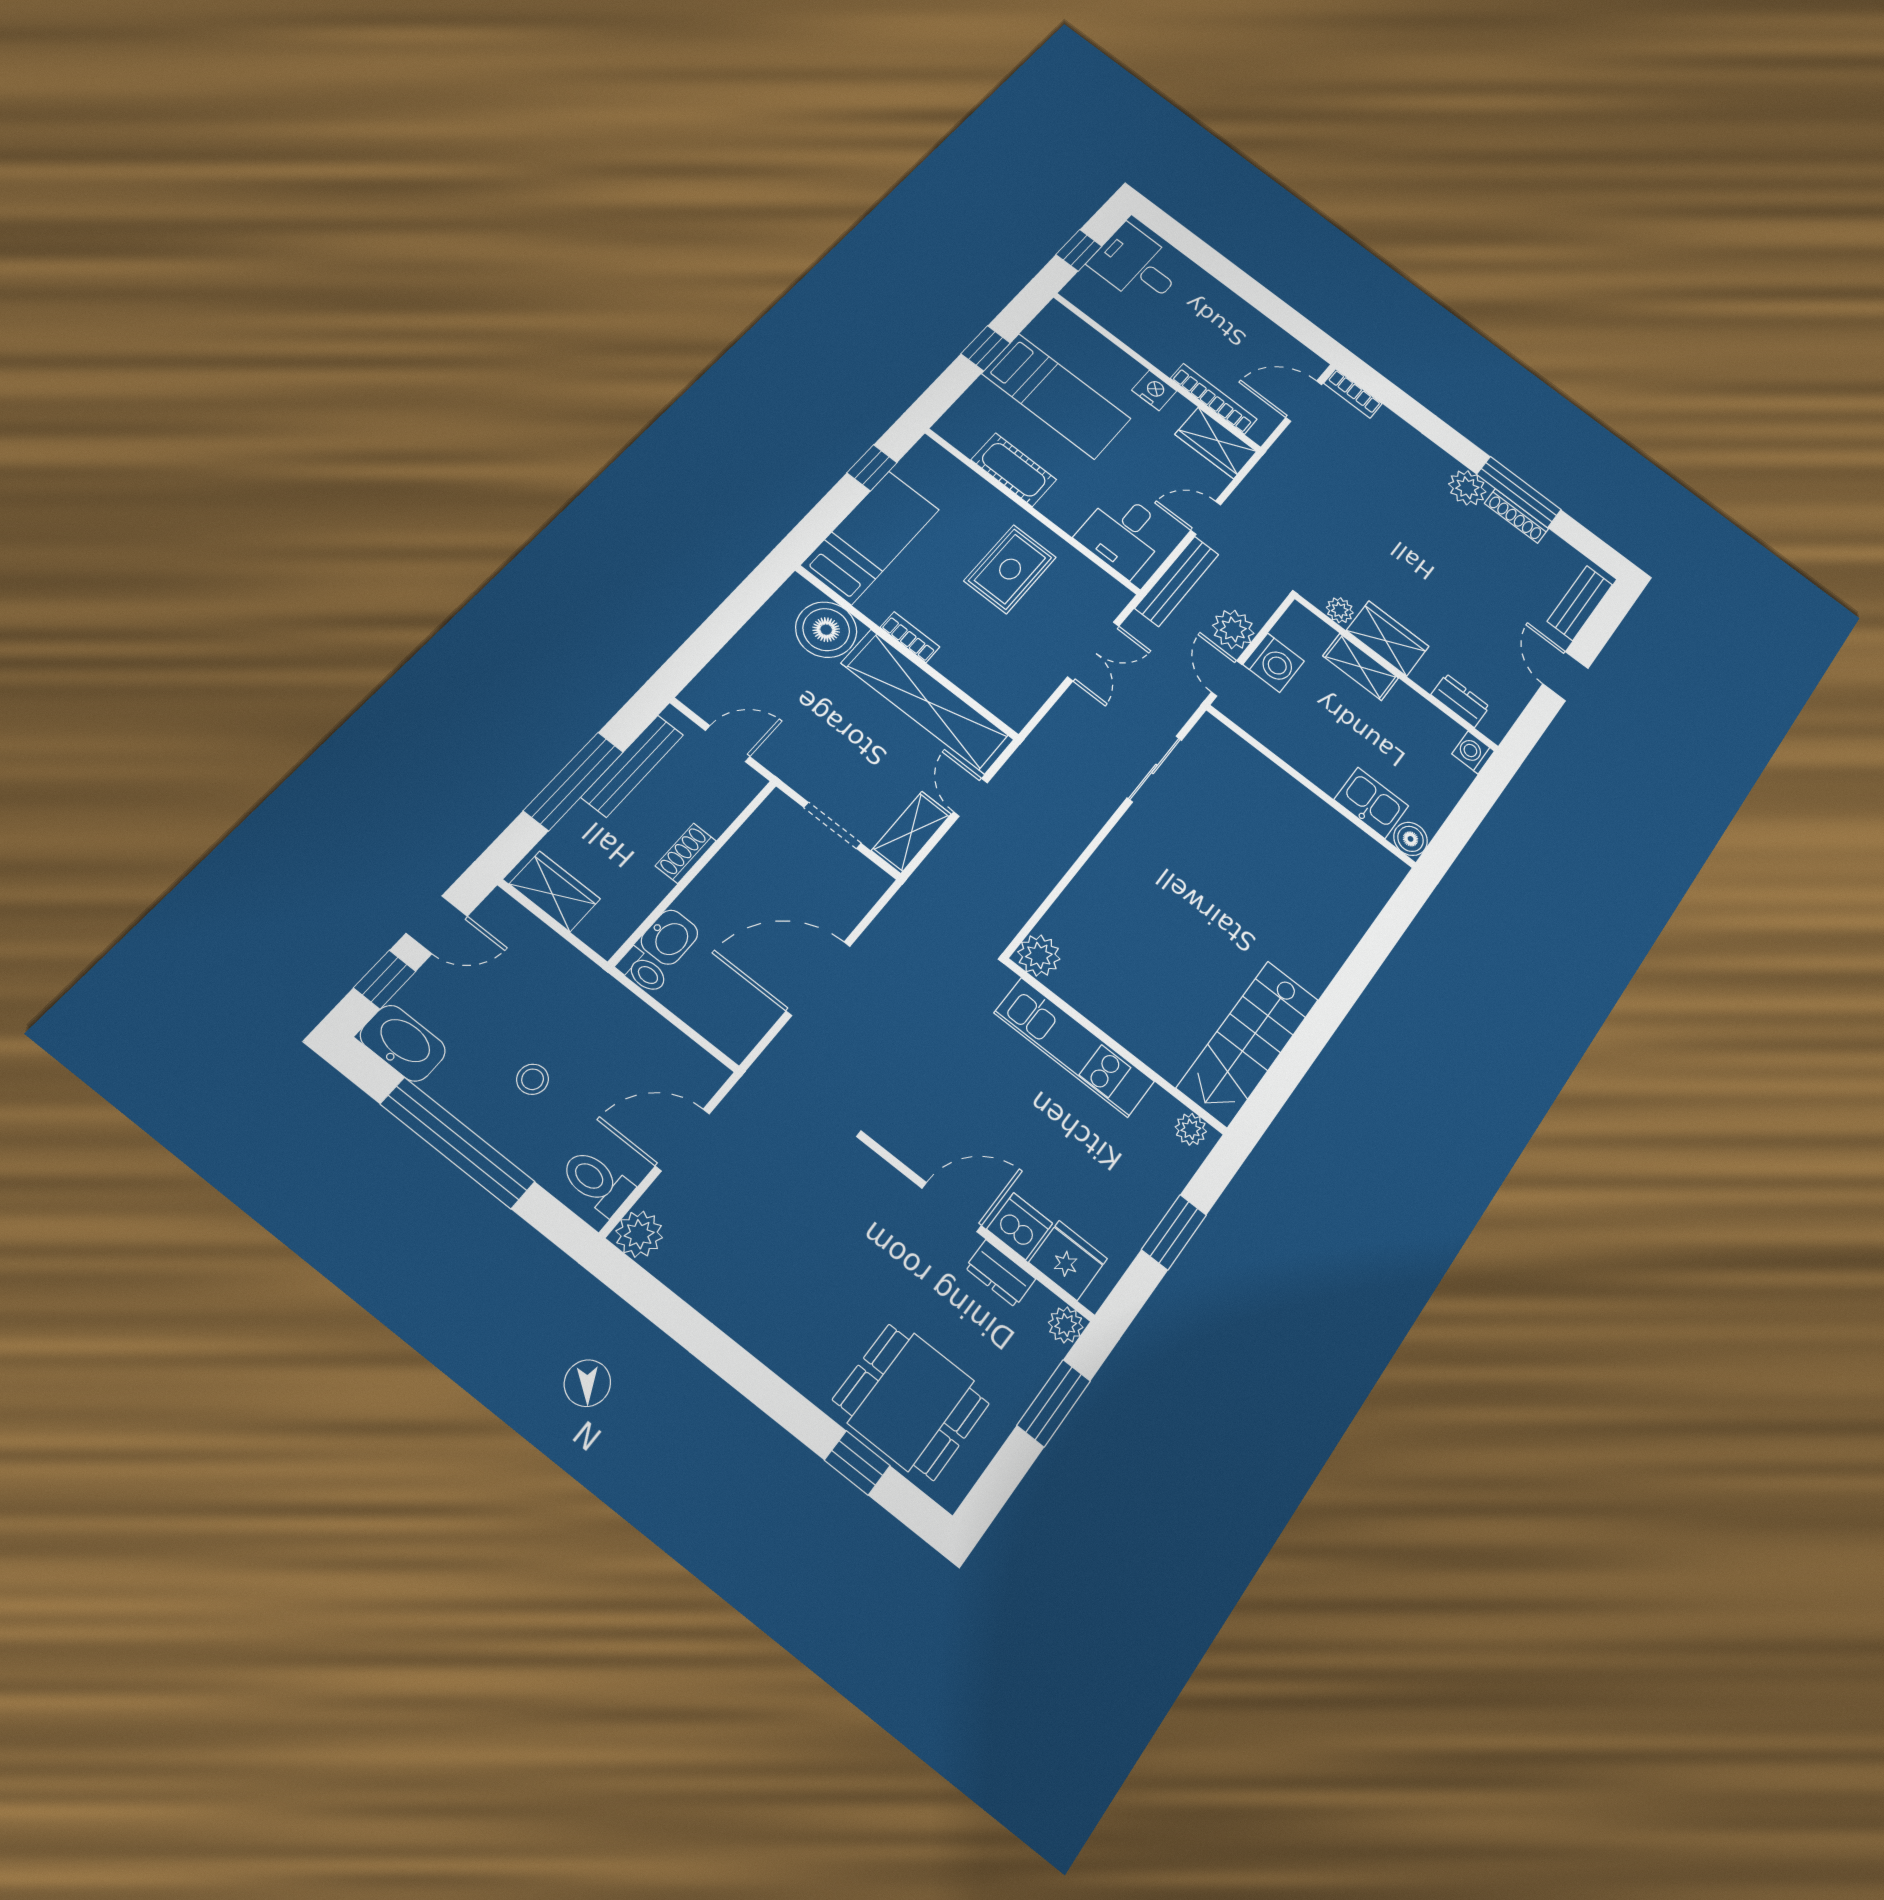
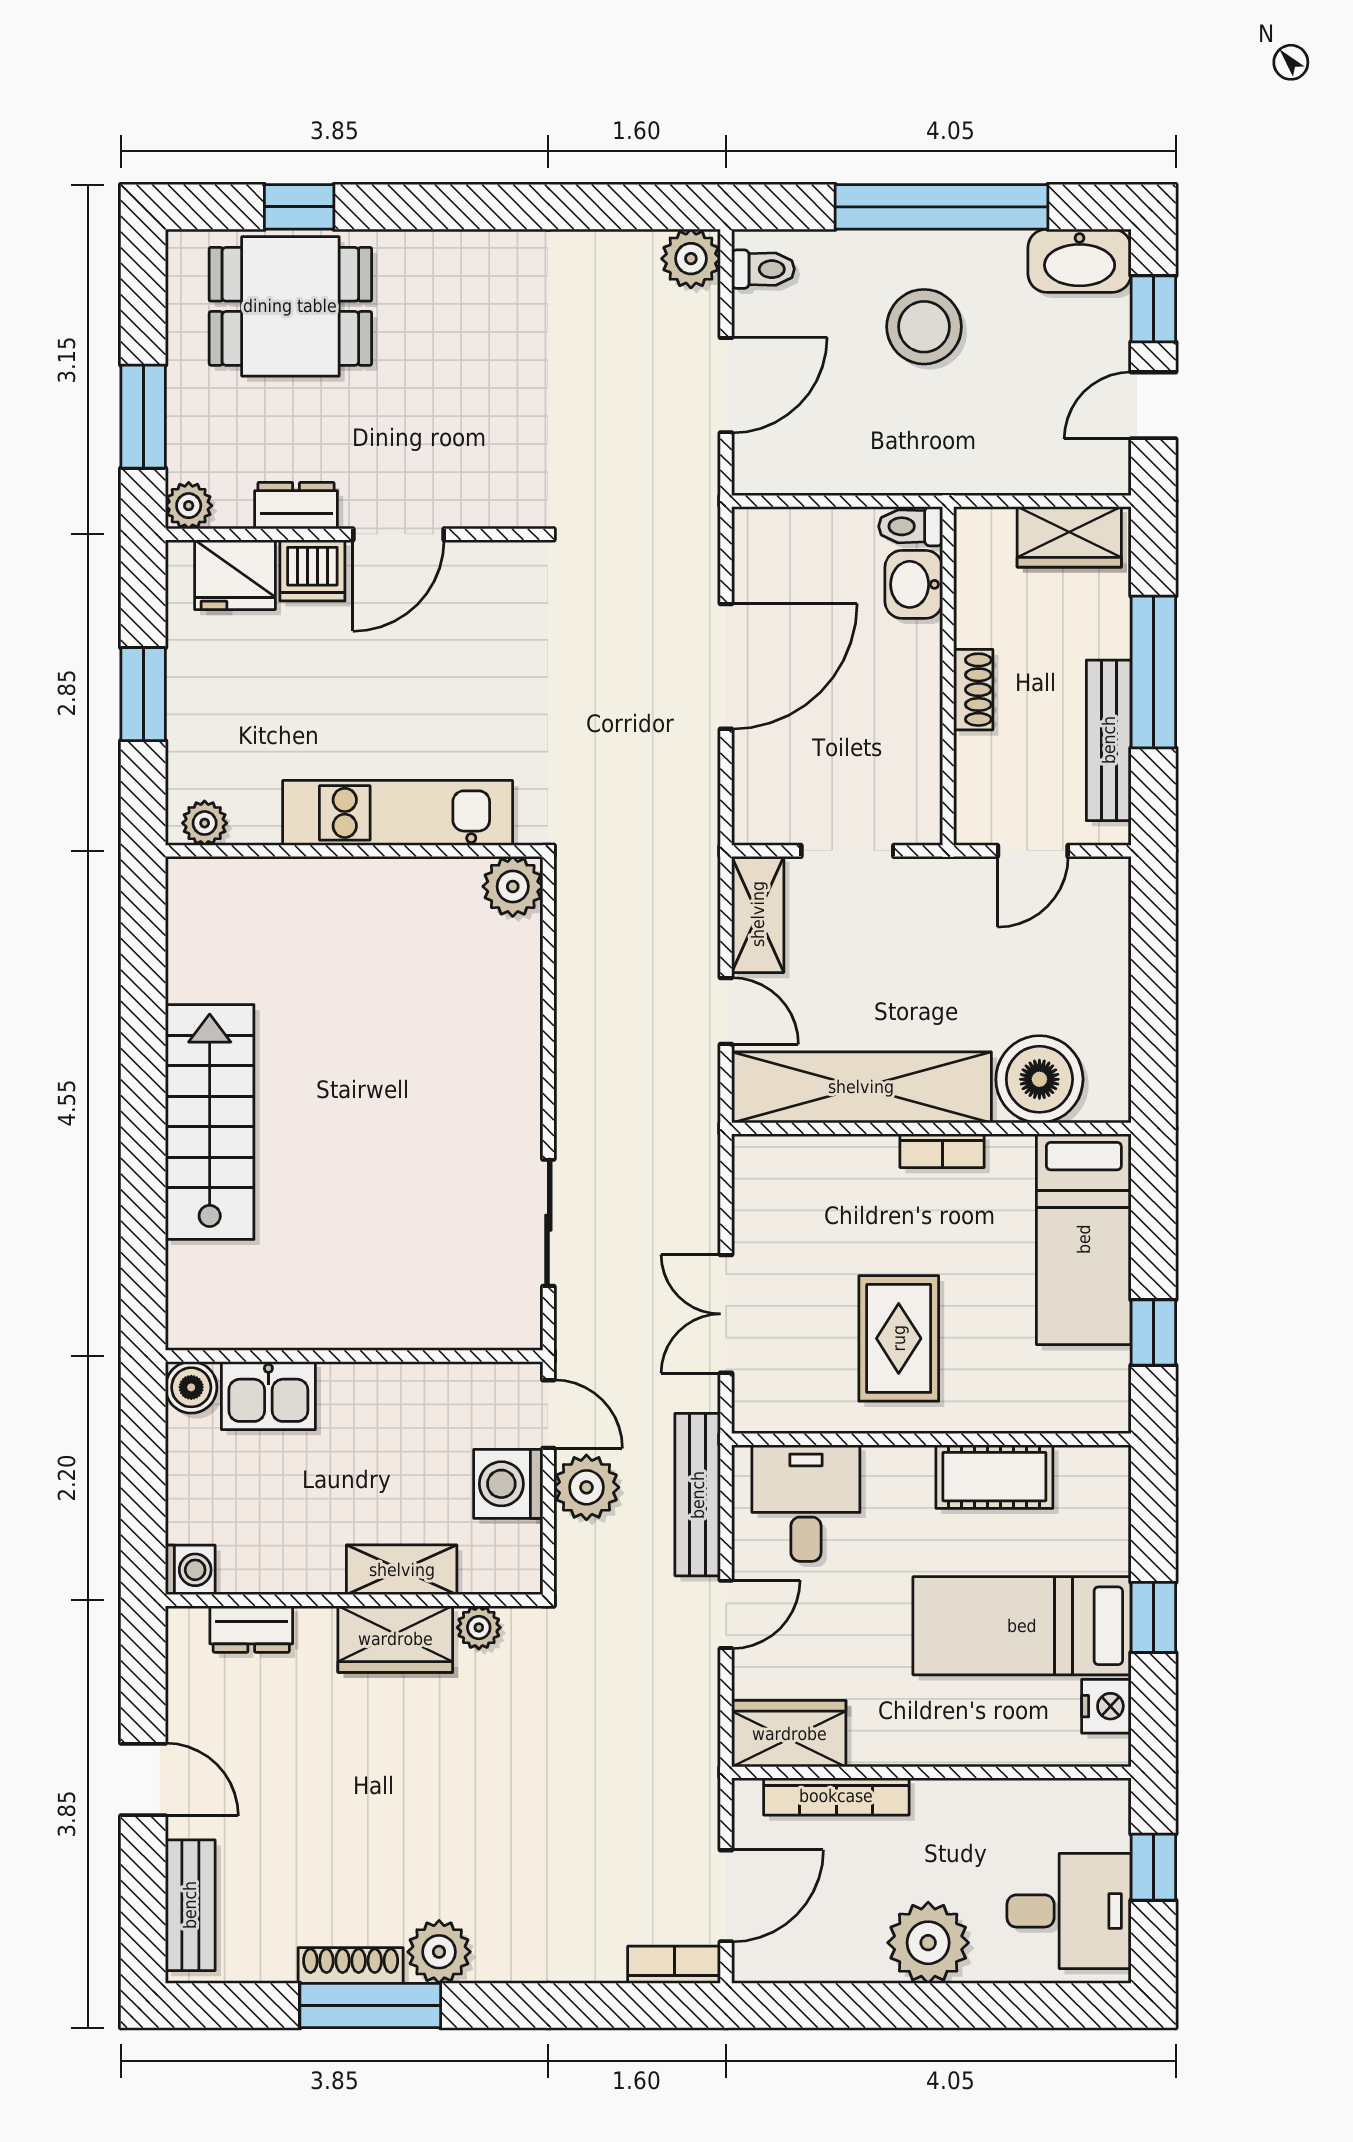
plant: (1218, 306) -> (928, 1943), added
nightstand: (1154, 390) -> (1106, 1706), moved, turned -90
stairs: (1248, 1043) -> (210, 1122), moved
stool: (533, 1079) -> (924, 327), width x1.89, depth x1.89
toilet: (597, 1182) -> (763, 269), width x0.73, depth x0.72

